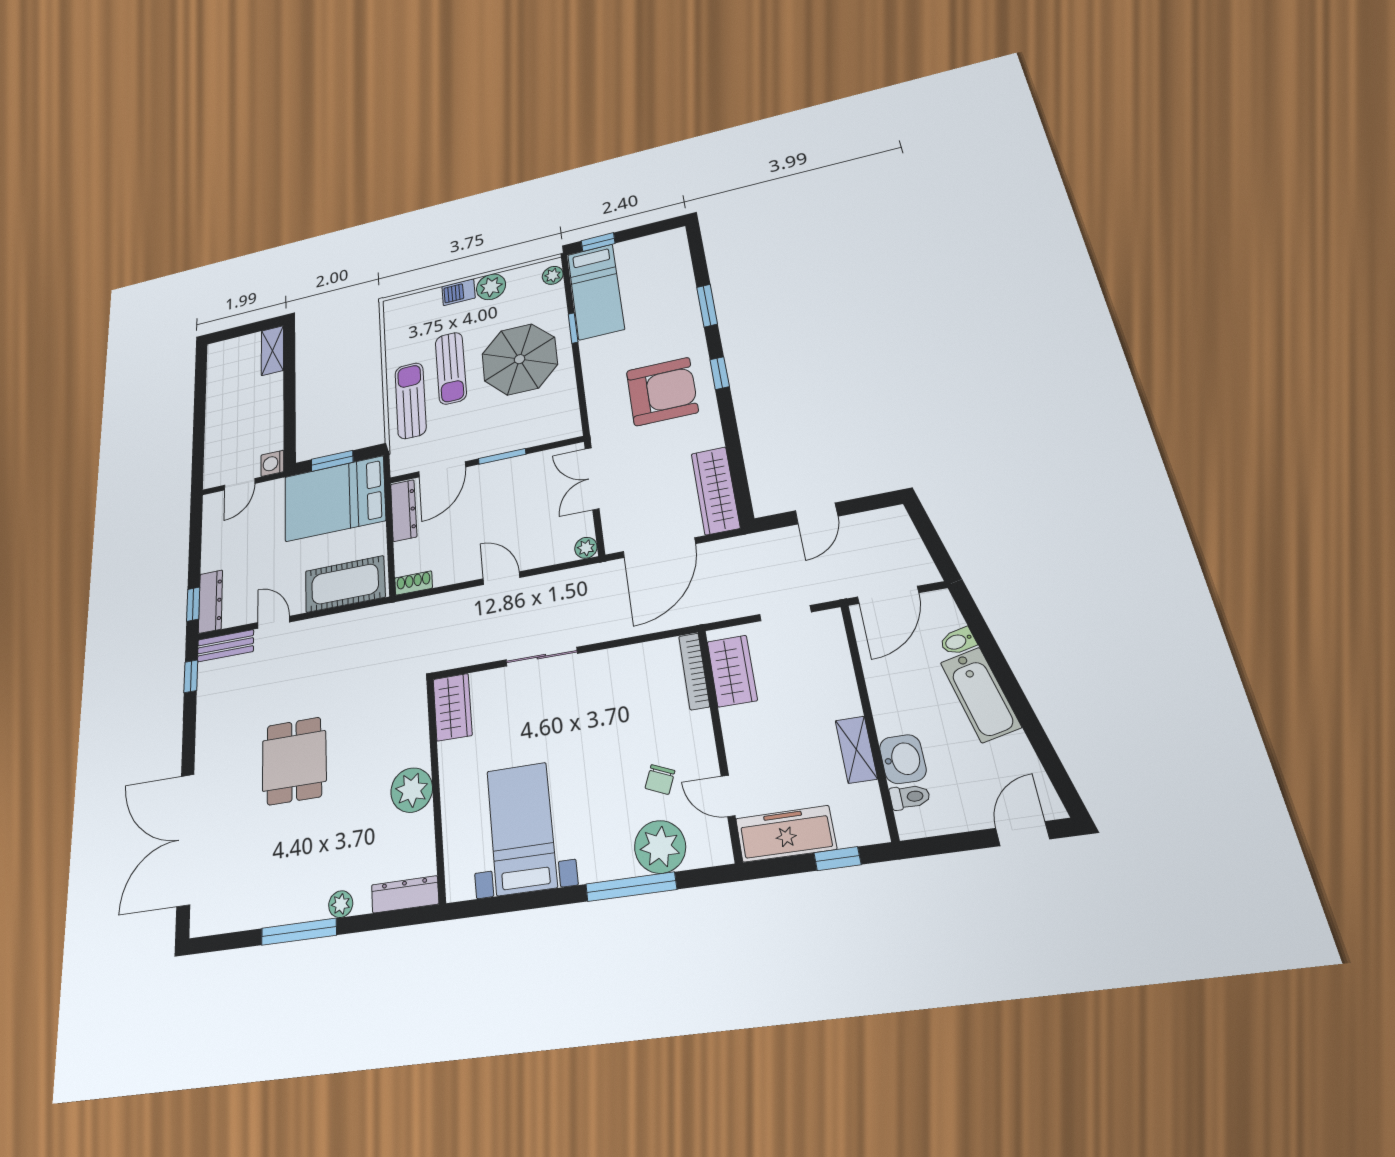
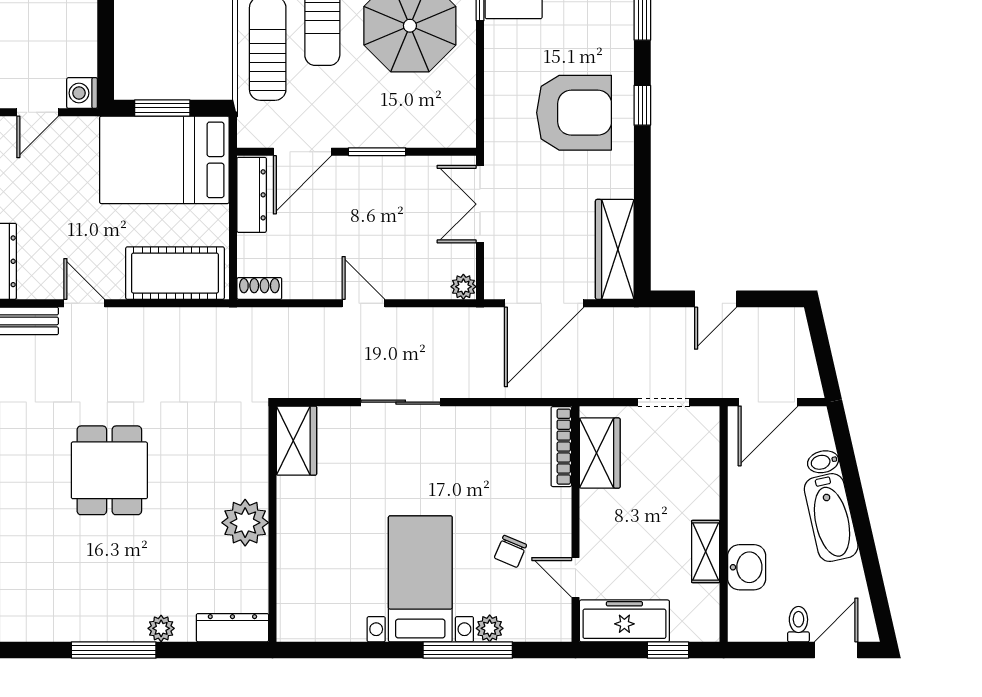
toilet: (910, 797) -> (798, 624), moved, turned -90
bed with nightstands: (522, 828) -> (420, 579), moved
plant: (660, 847) -> (490, 628), width x0.53, depth x0.53

